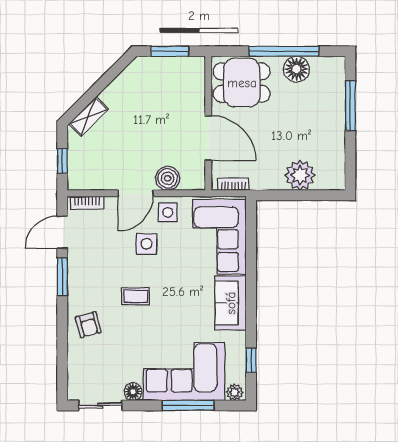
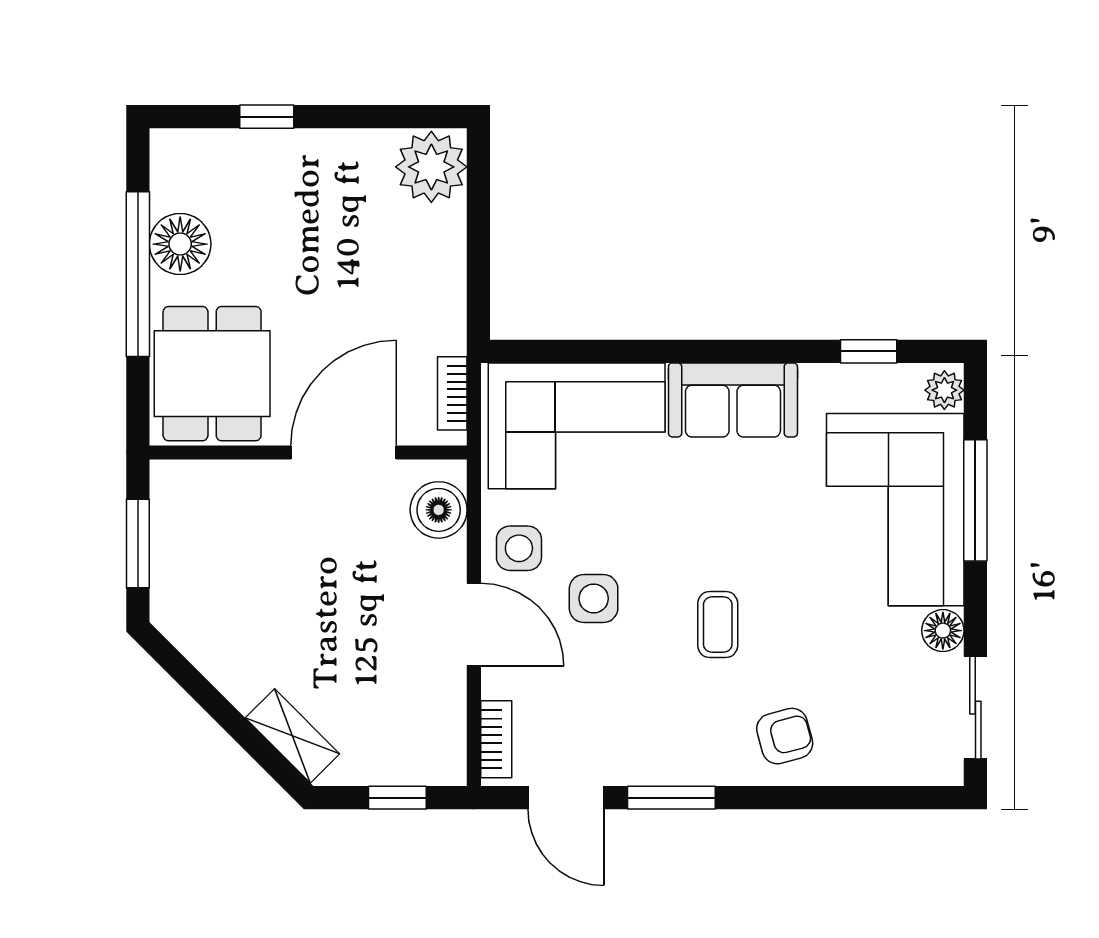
window: (350, 106) -> (267, 117), width x0.46
plant: (300, 175) -> (431, 167), moved
boiler: (168, 178) -> (439, 510), moved

